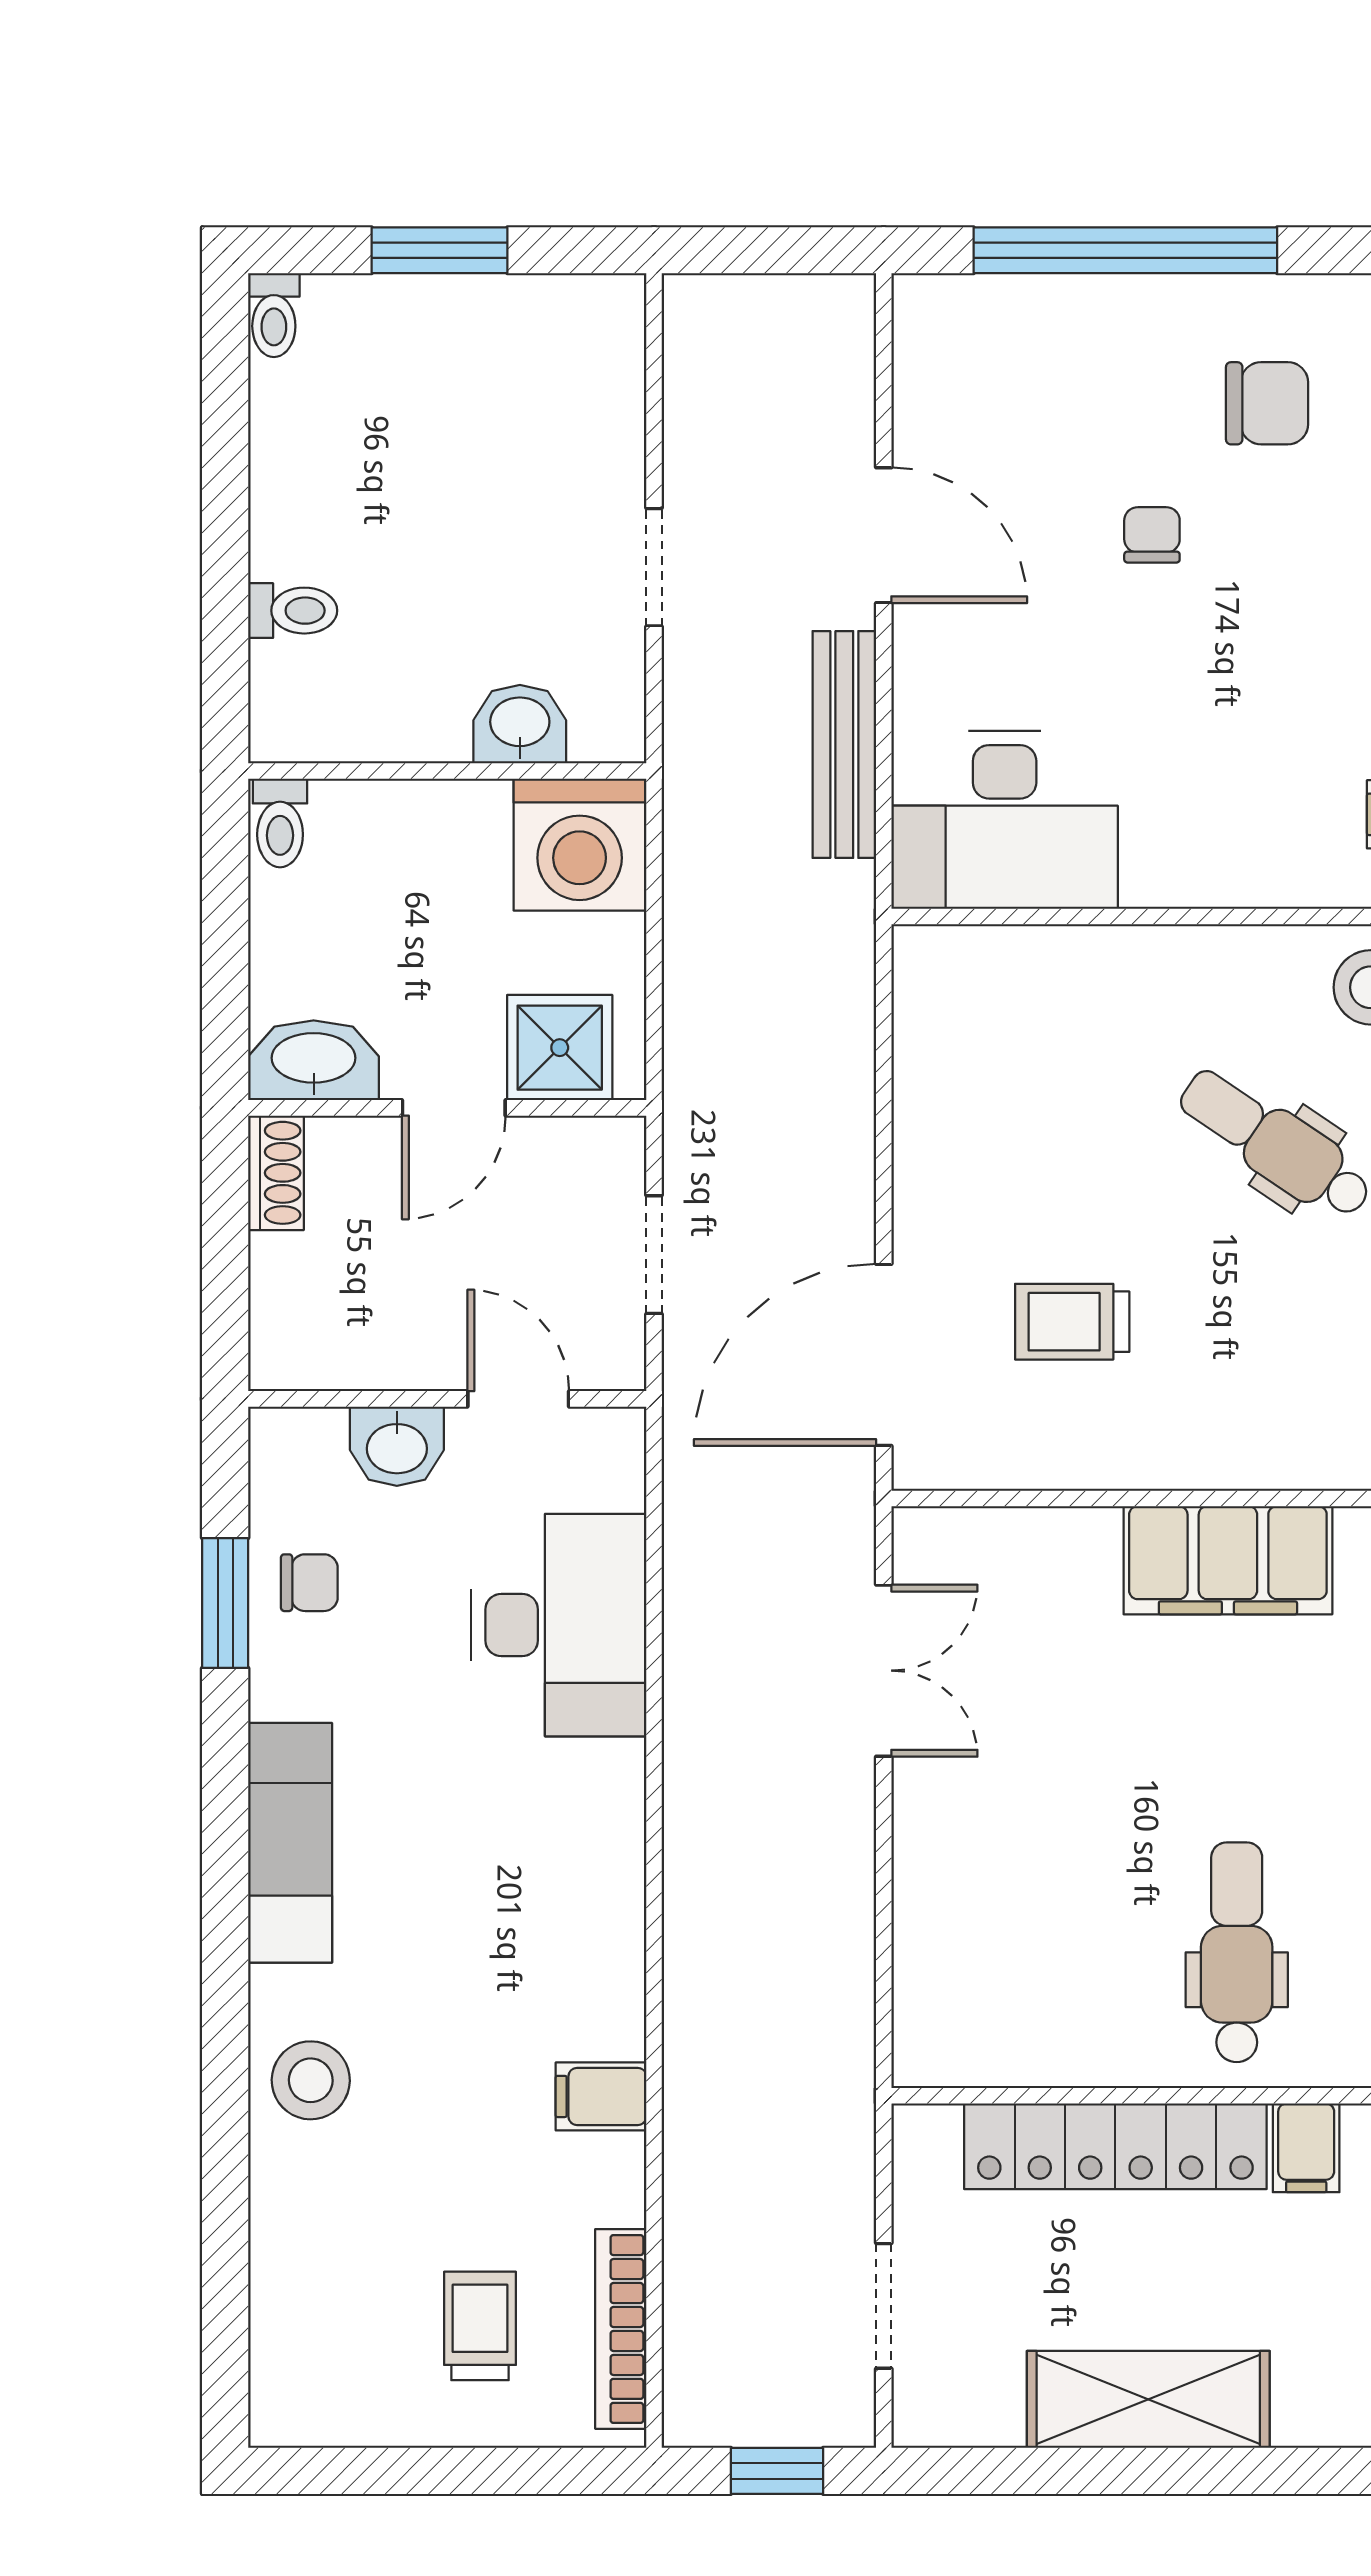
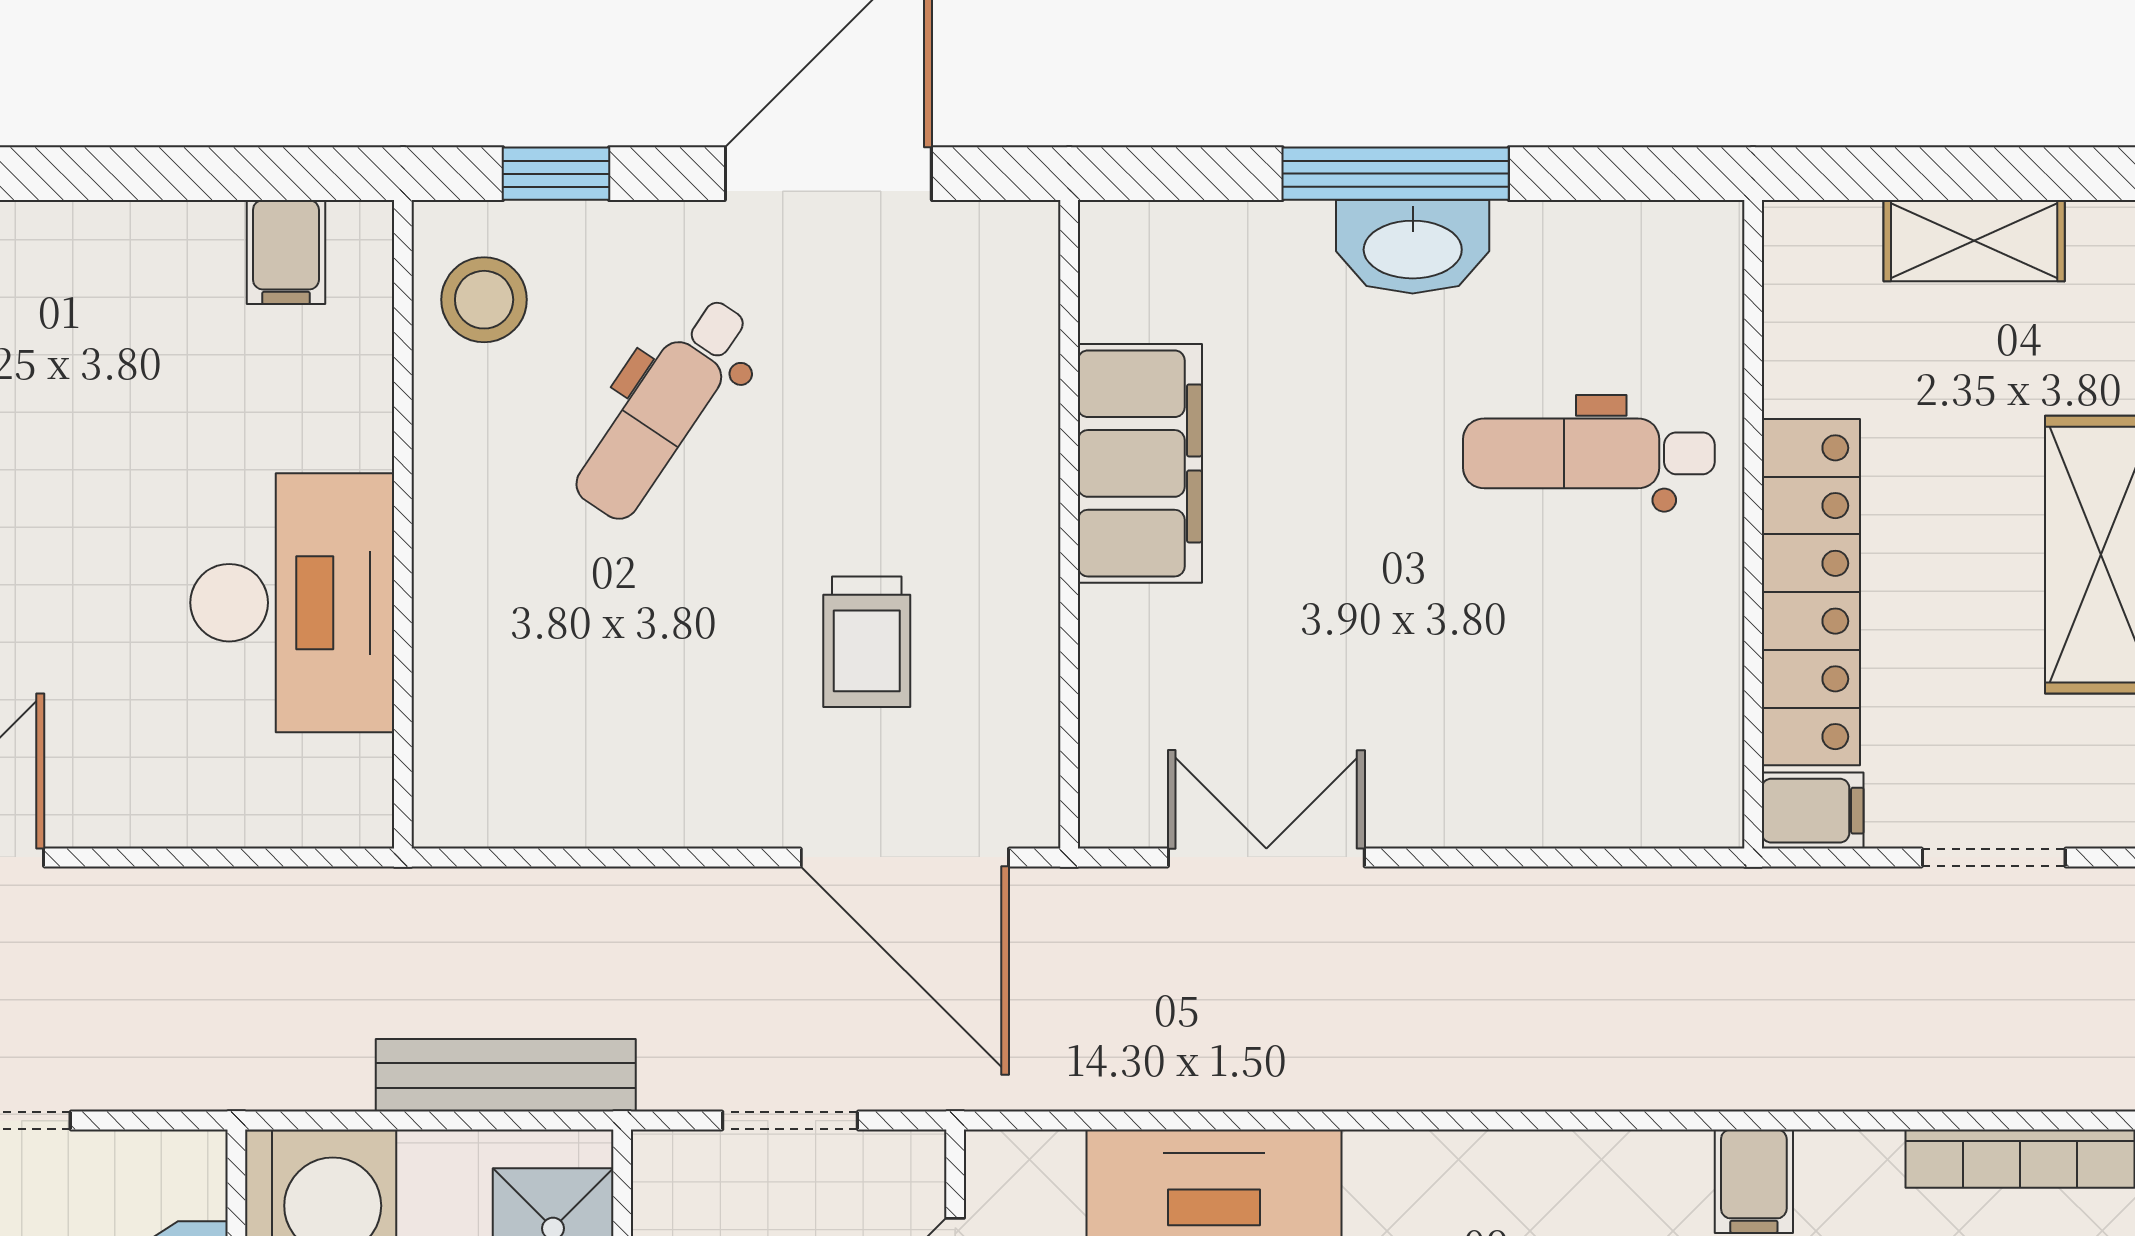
bench: (844, 745) -> (506, 1075), moved
desk: (1005, 820) -> (292, 603), moved
filing cabinet: (1306, 2148) -> (1813, 811), moved

